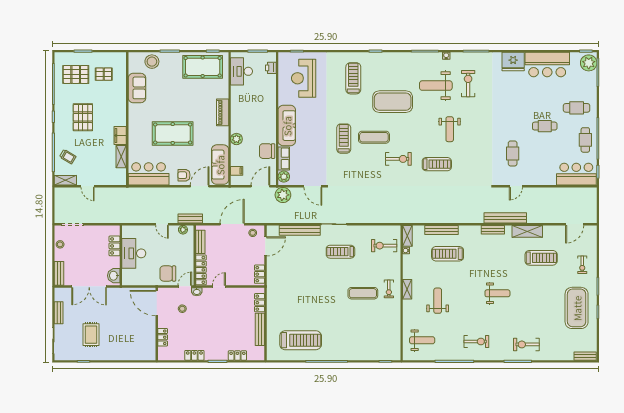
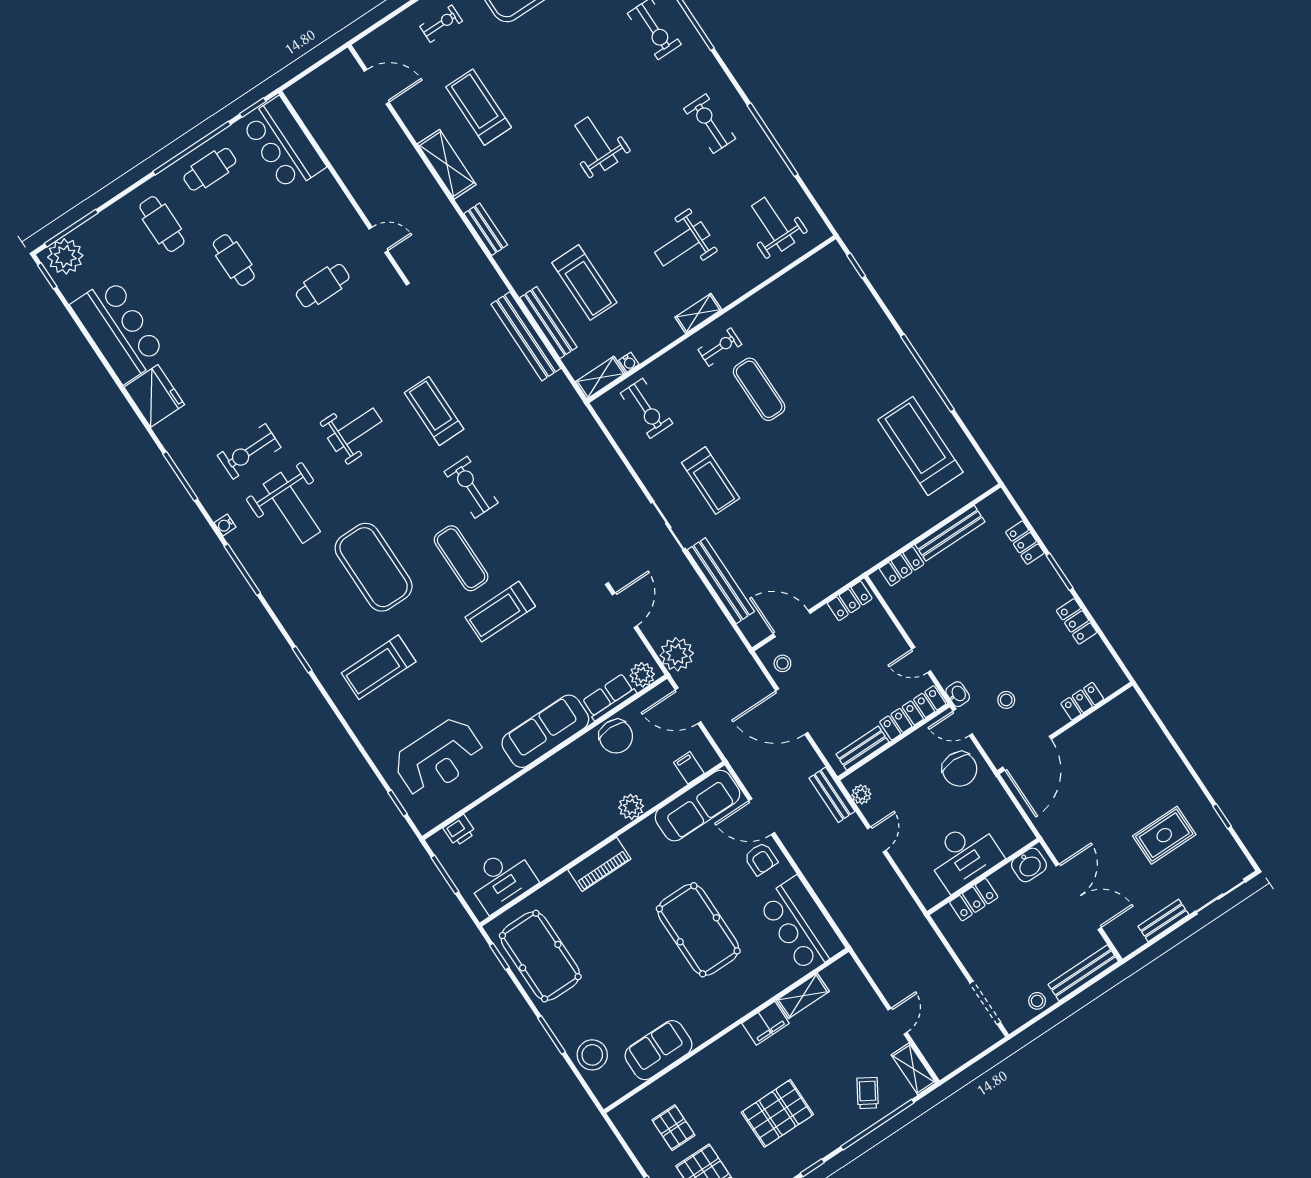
bench: (505, 218) -> (526, 336), moved
bench: (59, 273) -> (1083, 973), width x1.36

